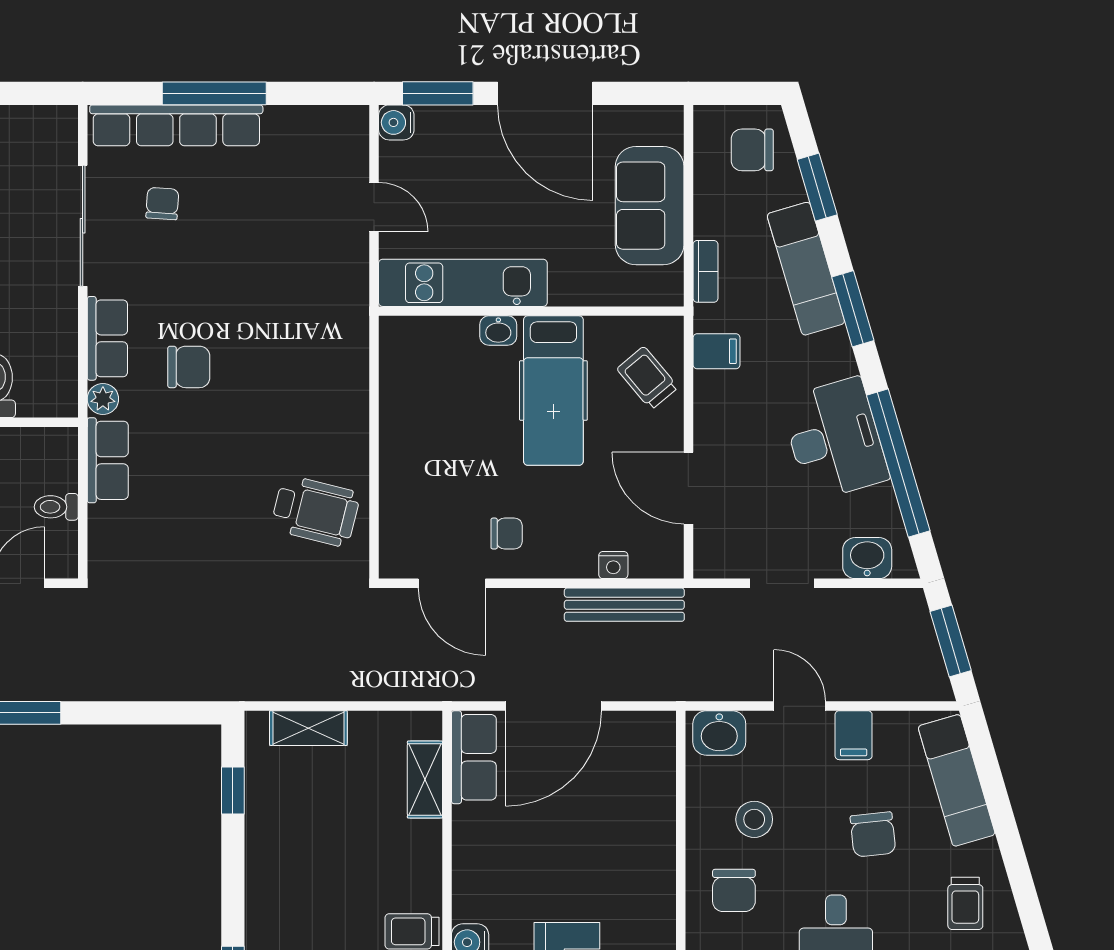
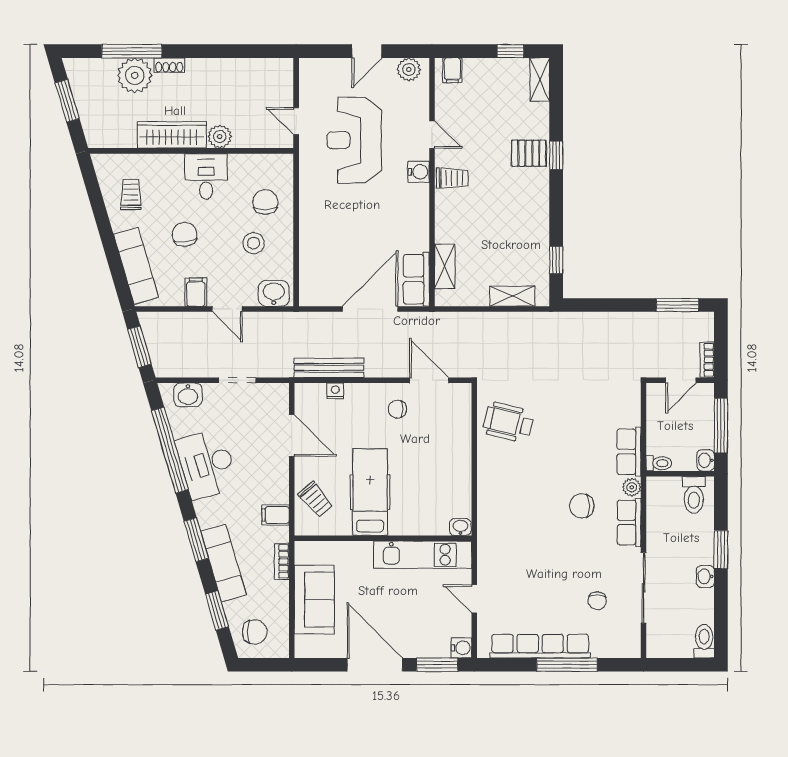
row of seats: (176, 125) -> (540, 646), moved
washbasin: (498, 331) -> (460, 527), moved
toilet: (56, 507) -> (659, 463), moved

